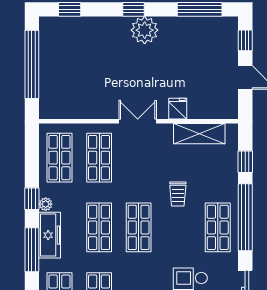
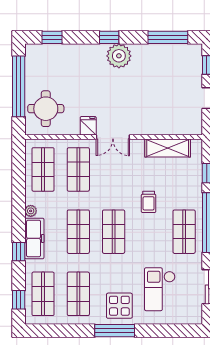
round table: (63, 89) -> (46, 109), added
fridge: (178, 109) -> (88, 126), moved
double door: (138, 121) -> (113, 137), swing flipped
window: (32, 199) -> (19, 206), removed
window: (32, 250) -> (19, 252), width x0.46

